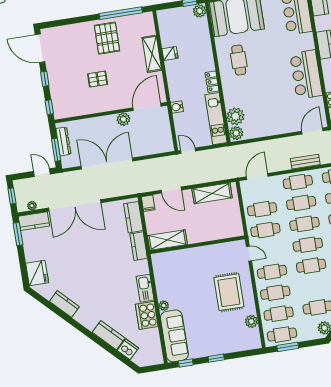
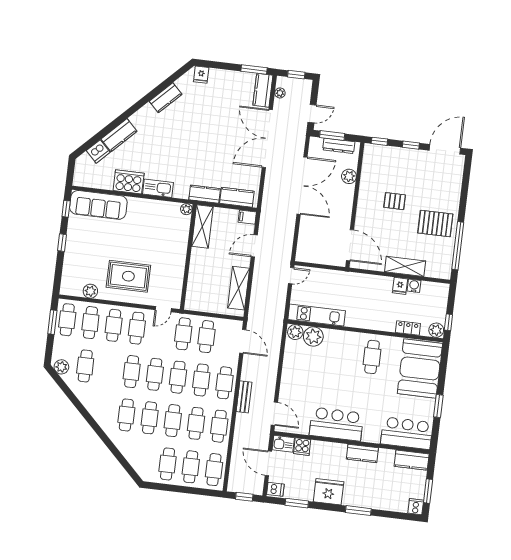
cafe table: (239, 60) -> (372, 357), turned 90
pallet: (98, 79) -> (395, 201), turned 90
locker: (212, 82) -> (408, 328), moved
water cooler: (177, 107) -> (414, 286), moved
plant: (123, 119) -> (349, 176), moved
fridge: (37, 273) -> (201, 75), width x0.53, depth x0.75
plant: (164, 306) -> (186, 209), moved

